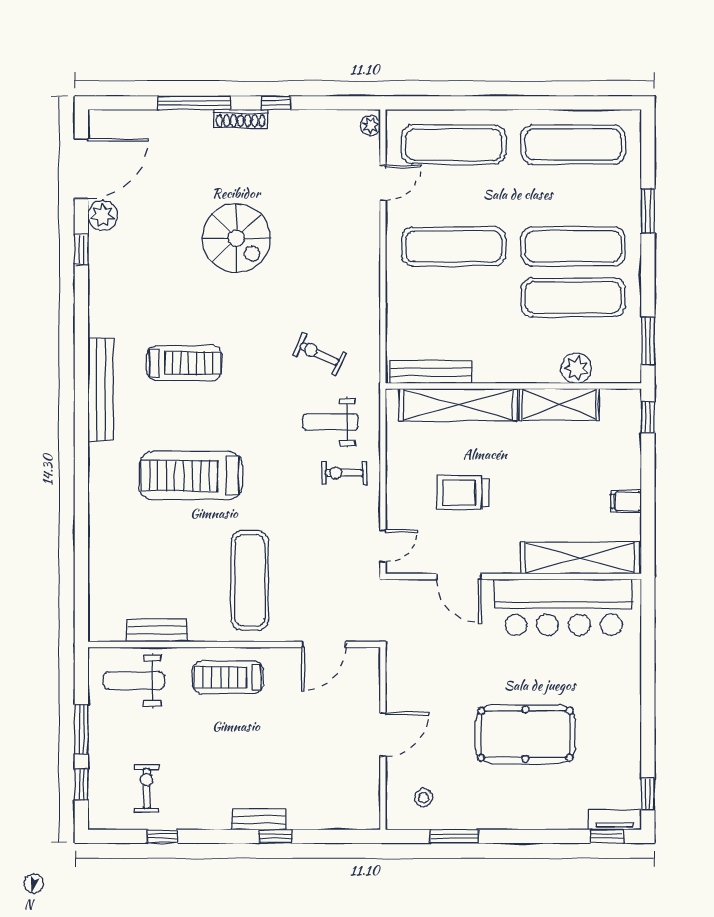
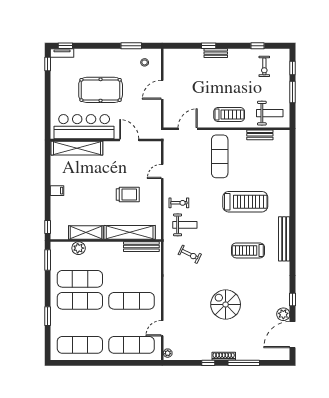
shelving: (580, 558) -> (77, 148), moved
door: (459, 577) -> (129, 140), moved
wall: (513, 577) -> (106, 140), moved
bar counter: (564, 607) -> (84, 127), moved

